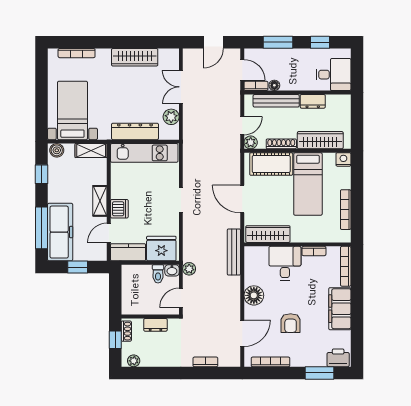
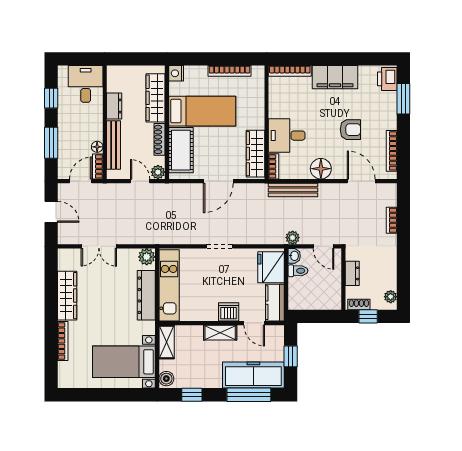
bookcase: (77, 53) -> (63, 341), moved
plant: (171, 117) -> (147, 257), moved
bookcase: (314, 251) -> (274, 166), moved
bench: (234, 252) -> (293, 190), moved

